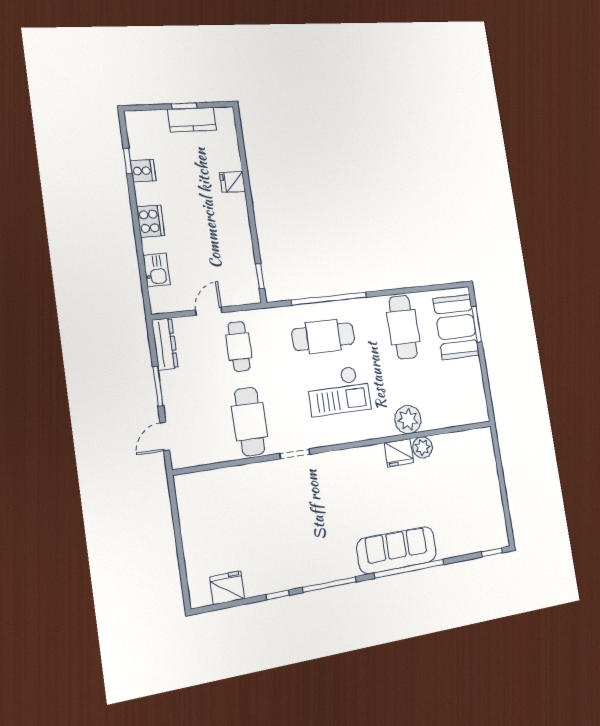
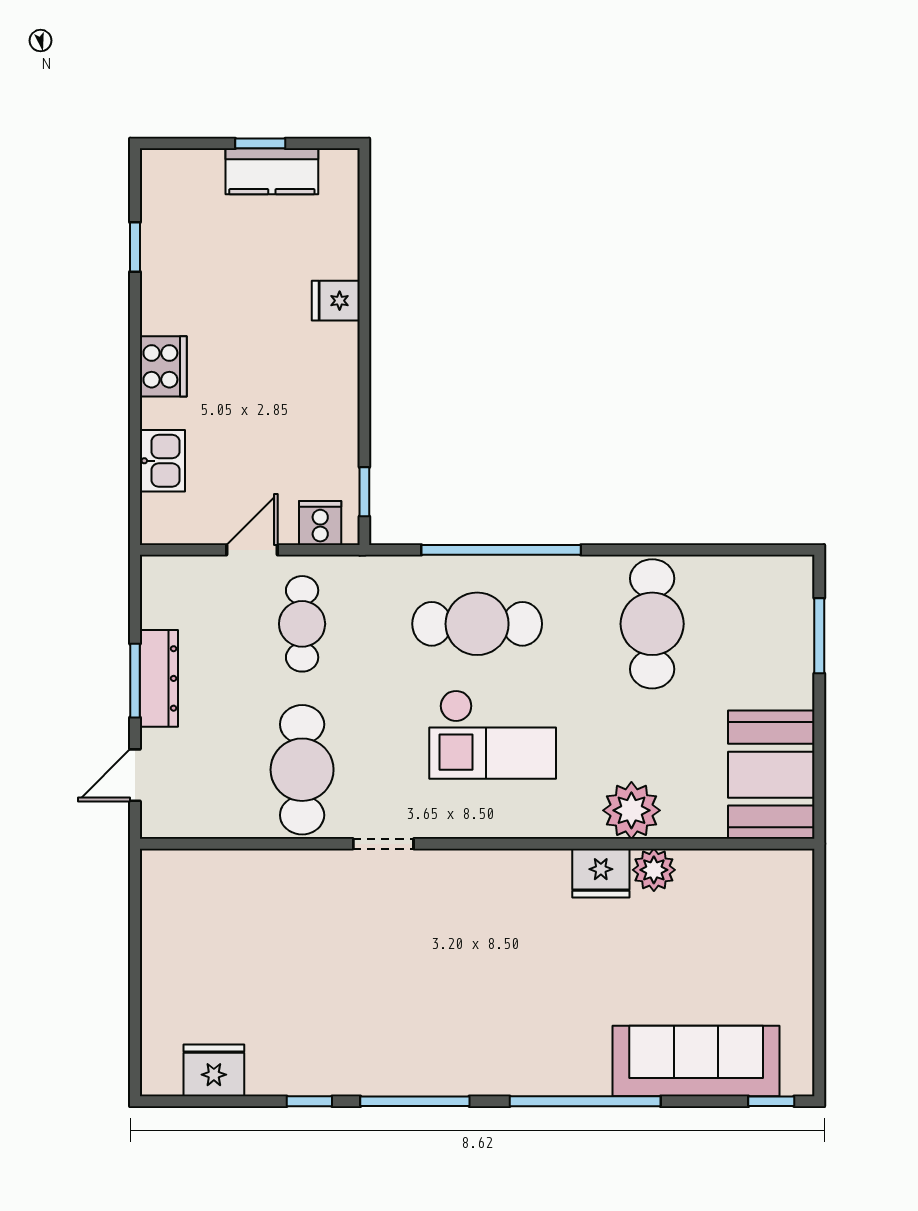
cooker: (143, 171) -> (320, 523), moved, turned -90
booth: (456, 327) -> (771, 775), moved
dresser: (165, 344) -> (159, 678), moved
sofa: (397, 550) -> (696, 1061), moved

